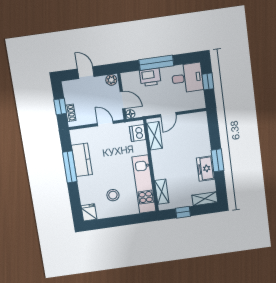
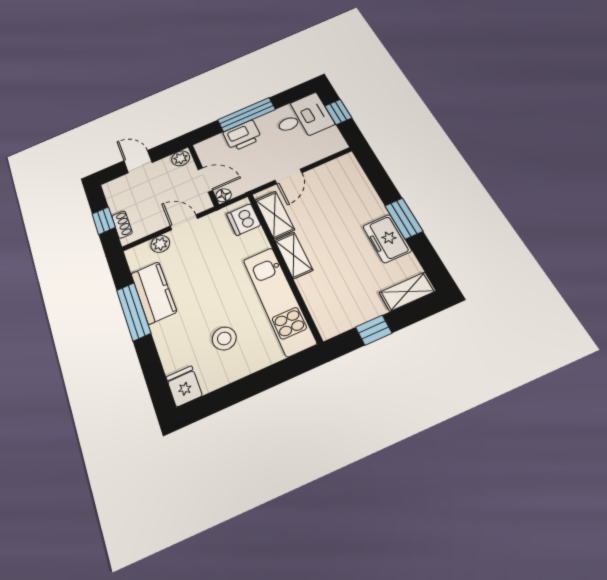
plant: (90, 133) -> (160, 244), added
shelving: (162, 192) -> (294, 255), moved

